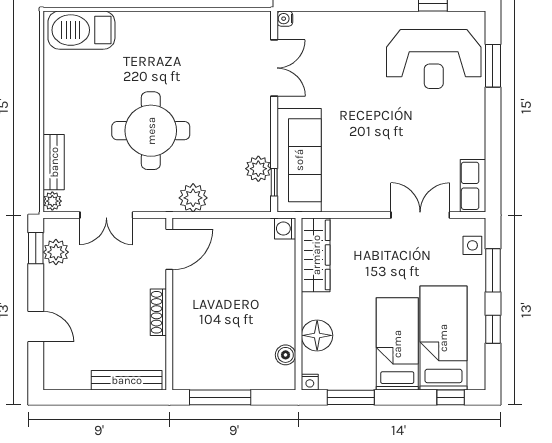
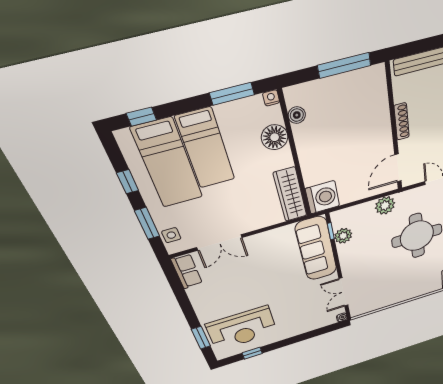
reception desk: (434, 59) -> (242, 328), turned 180
washing machine: (285, 229) -> (323, 197), width x1.89, depth x1.89

